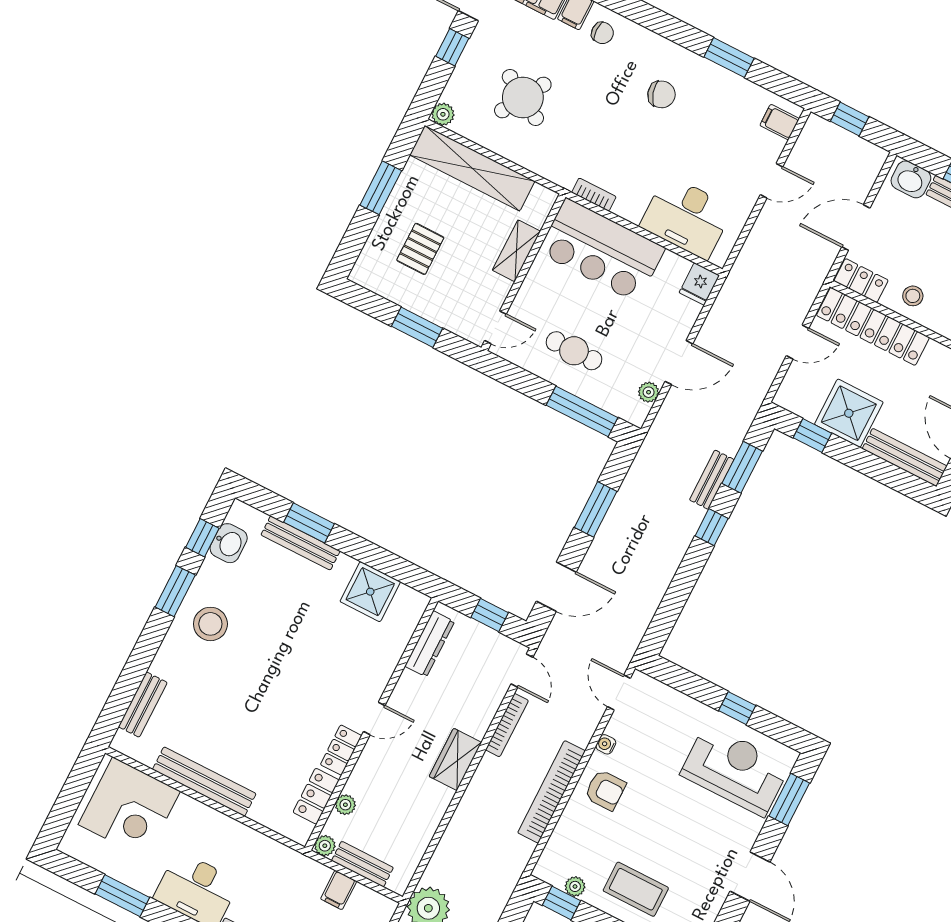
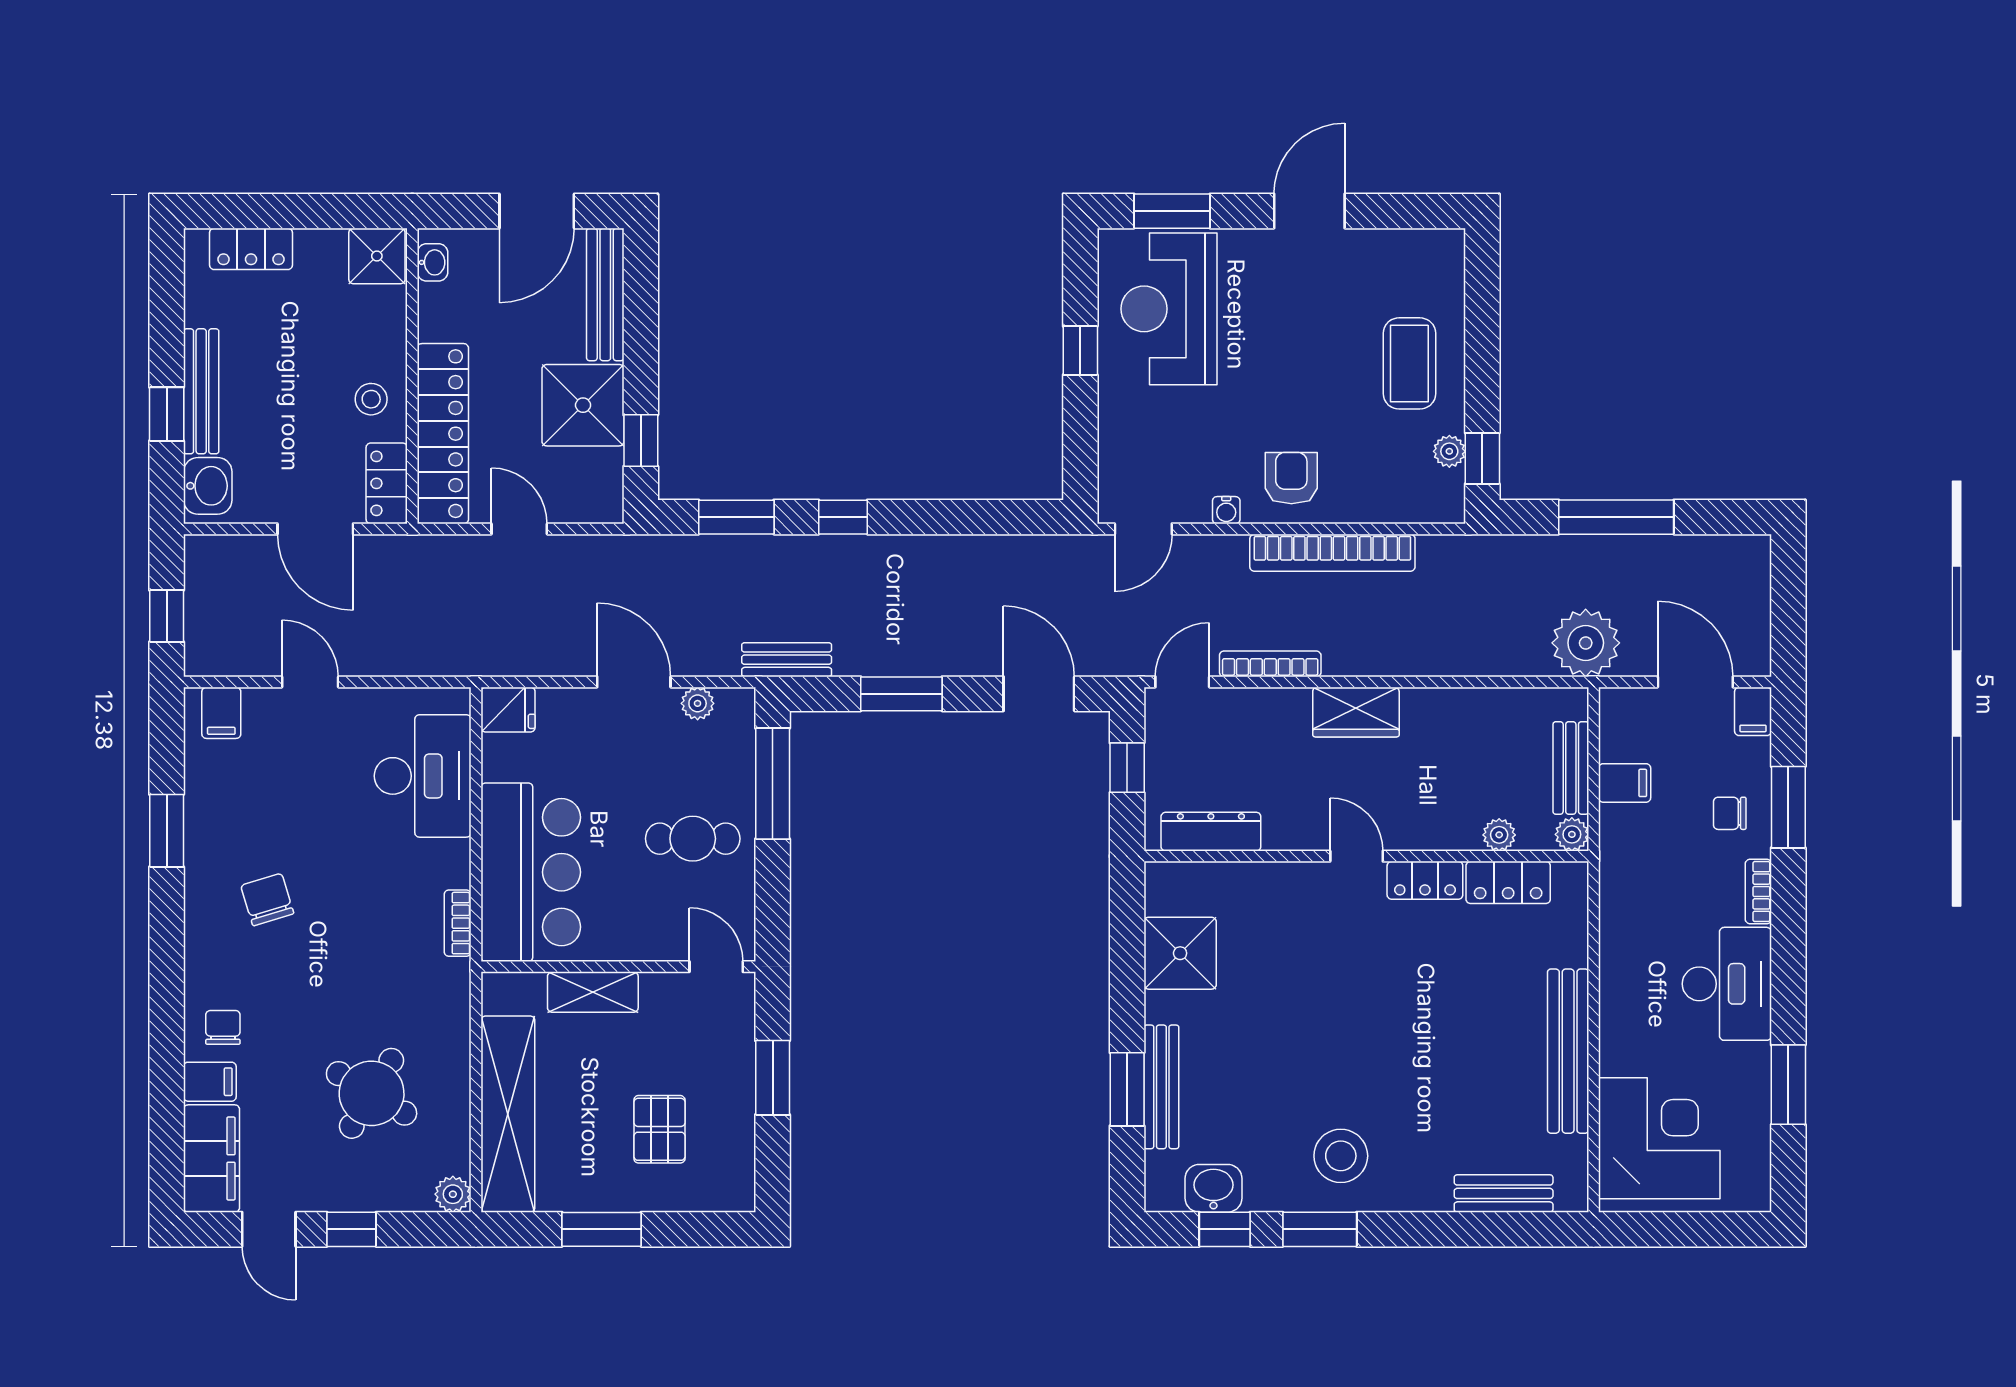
pallet: (420, 249) -> (659, 1129), turned 90
cafe table: (574, 351) -> (693, 839), turned 90
bench: (712, 480) -> (787, 660), moved

